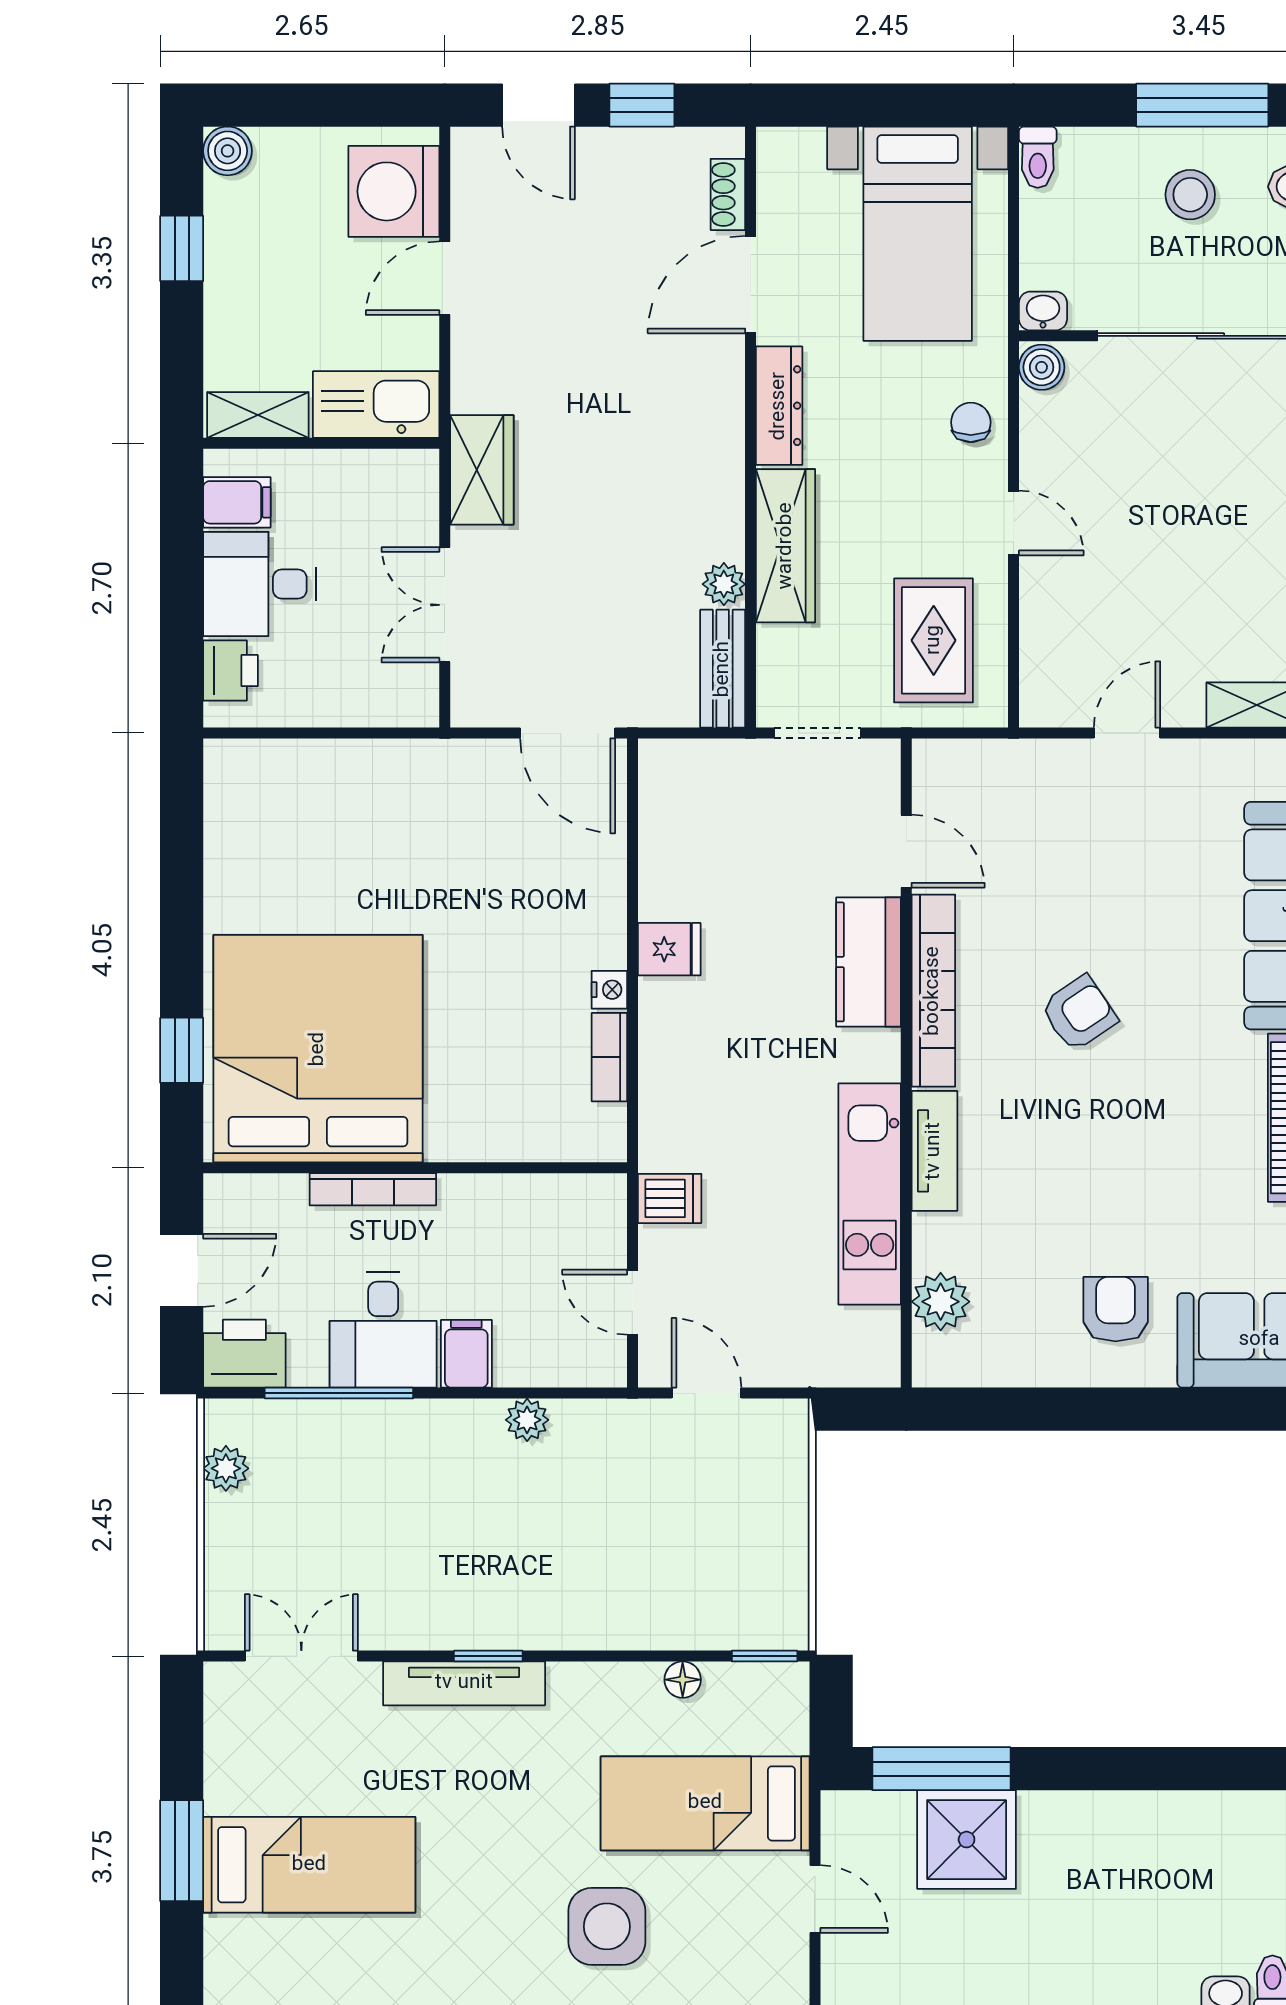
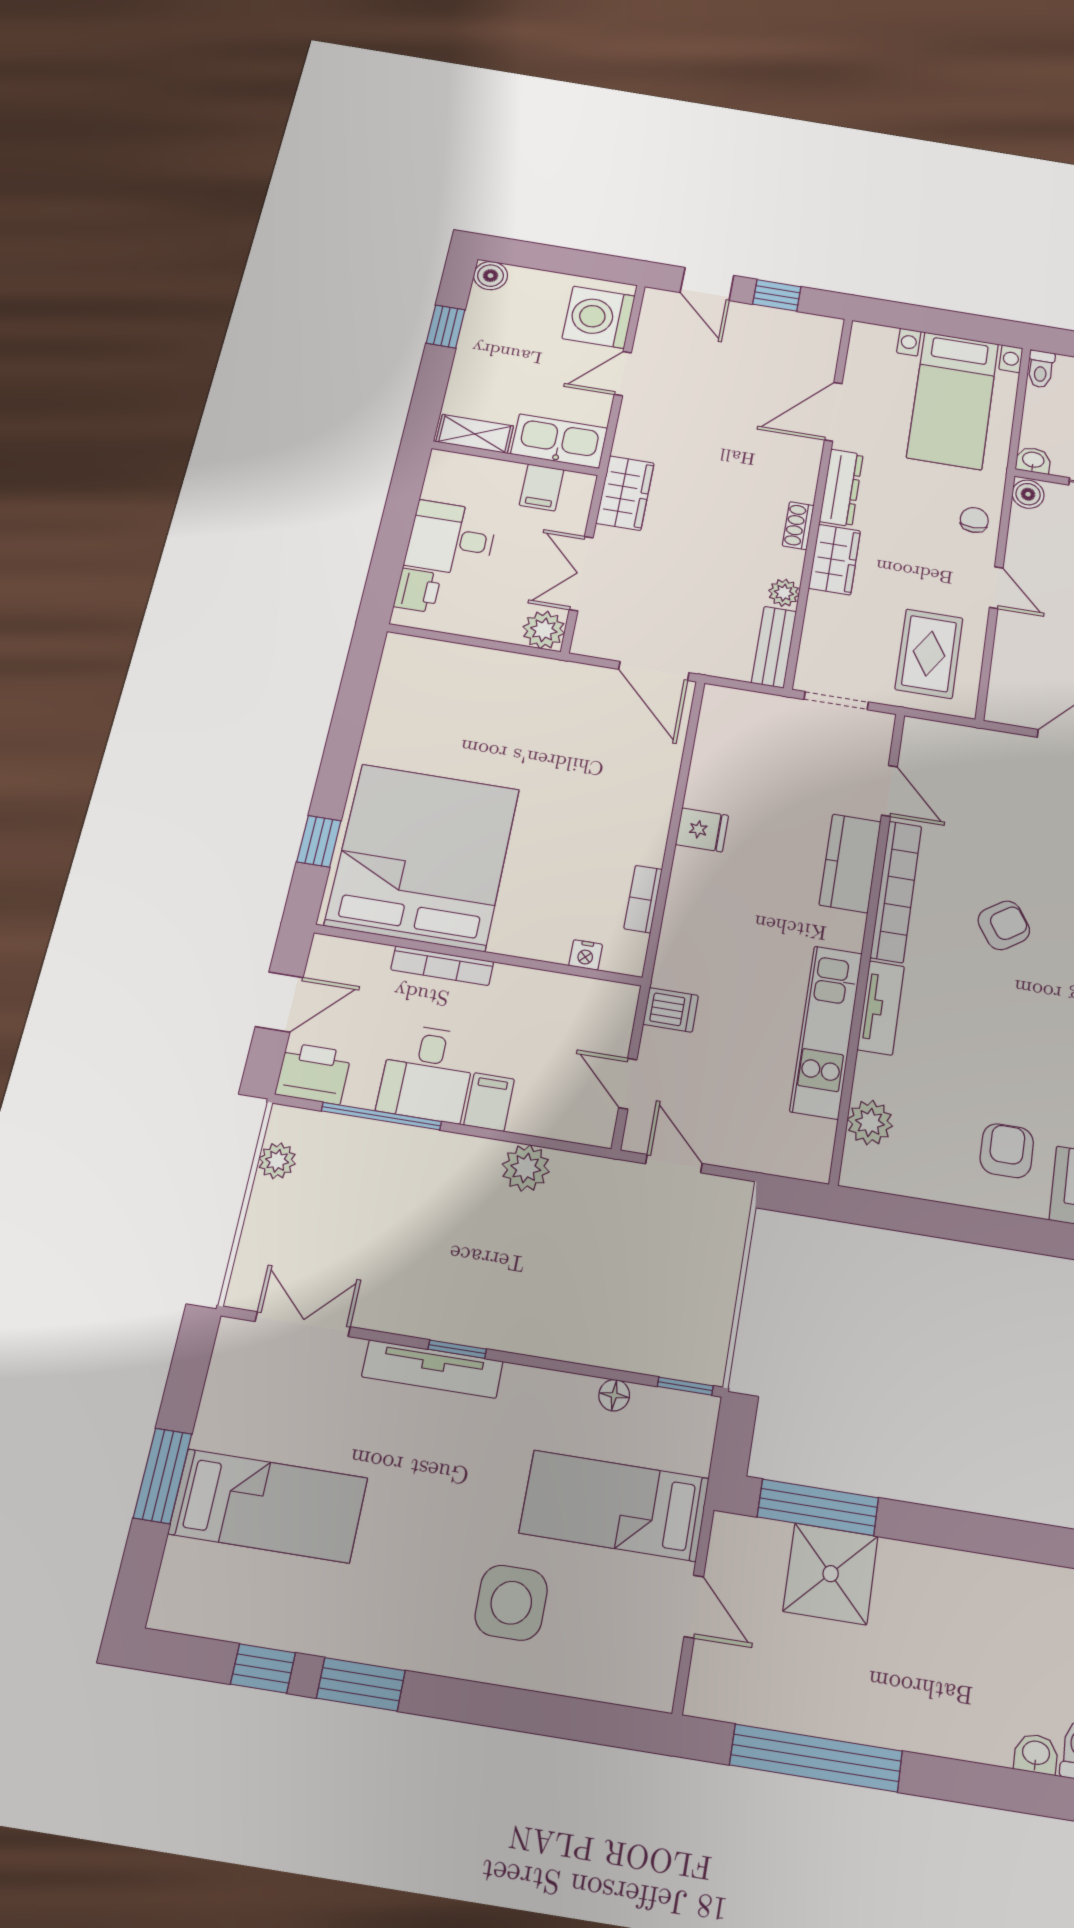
shoe rack: (728, 194) -> (798, 526), moved
filing cabinet: (237, 502) -> (542, 487), moved, turned 90
wardrobe: (786, 546) -> (835, 560), width x0.67
plant: (411, 699) -> (544, 630), added
nightstand: (609, 990) -> (586, 955), moved, turned 90
plant: (527, 1420) -> (526, 1168), width x1.38, depth x1.38

